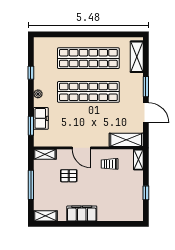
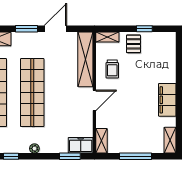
freezer: (41, 118) -> (81, 145), moved
shelving: (126, 140) -> (85, 59), width x1.47
pallet: (69, 176) -> (133, 44), moved

